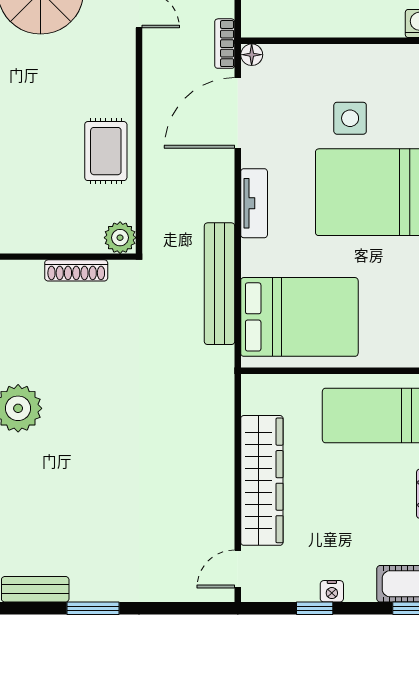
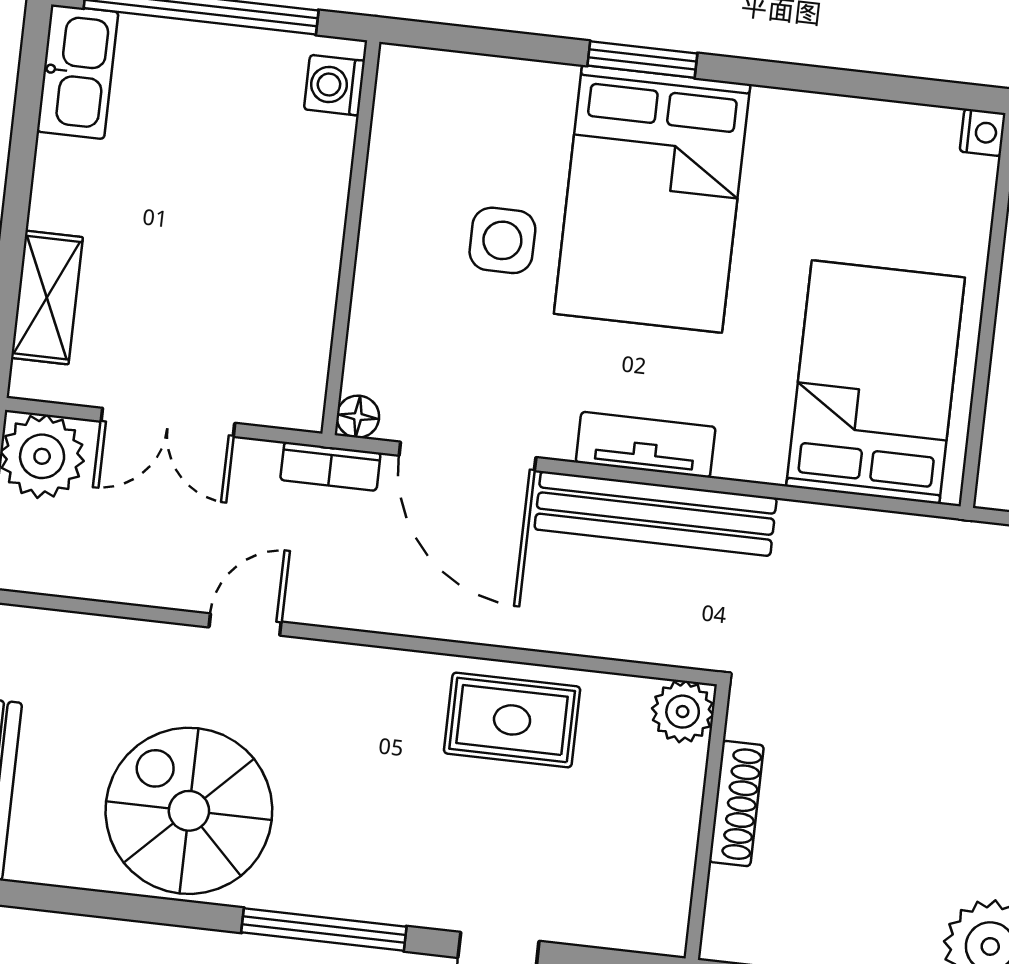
bench: (220, 284) -> (656, 514), moved

